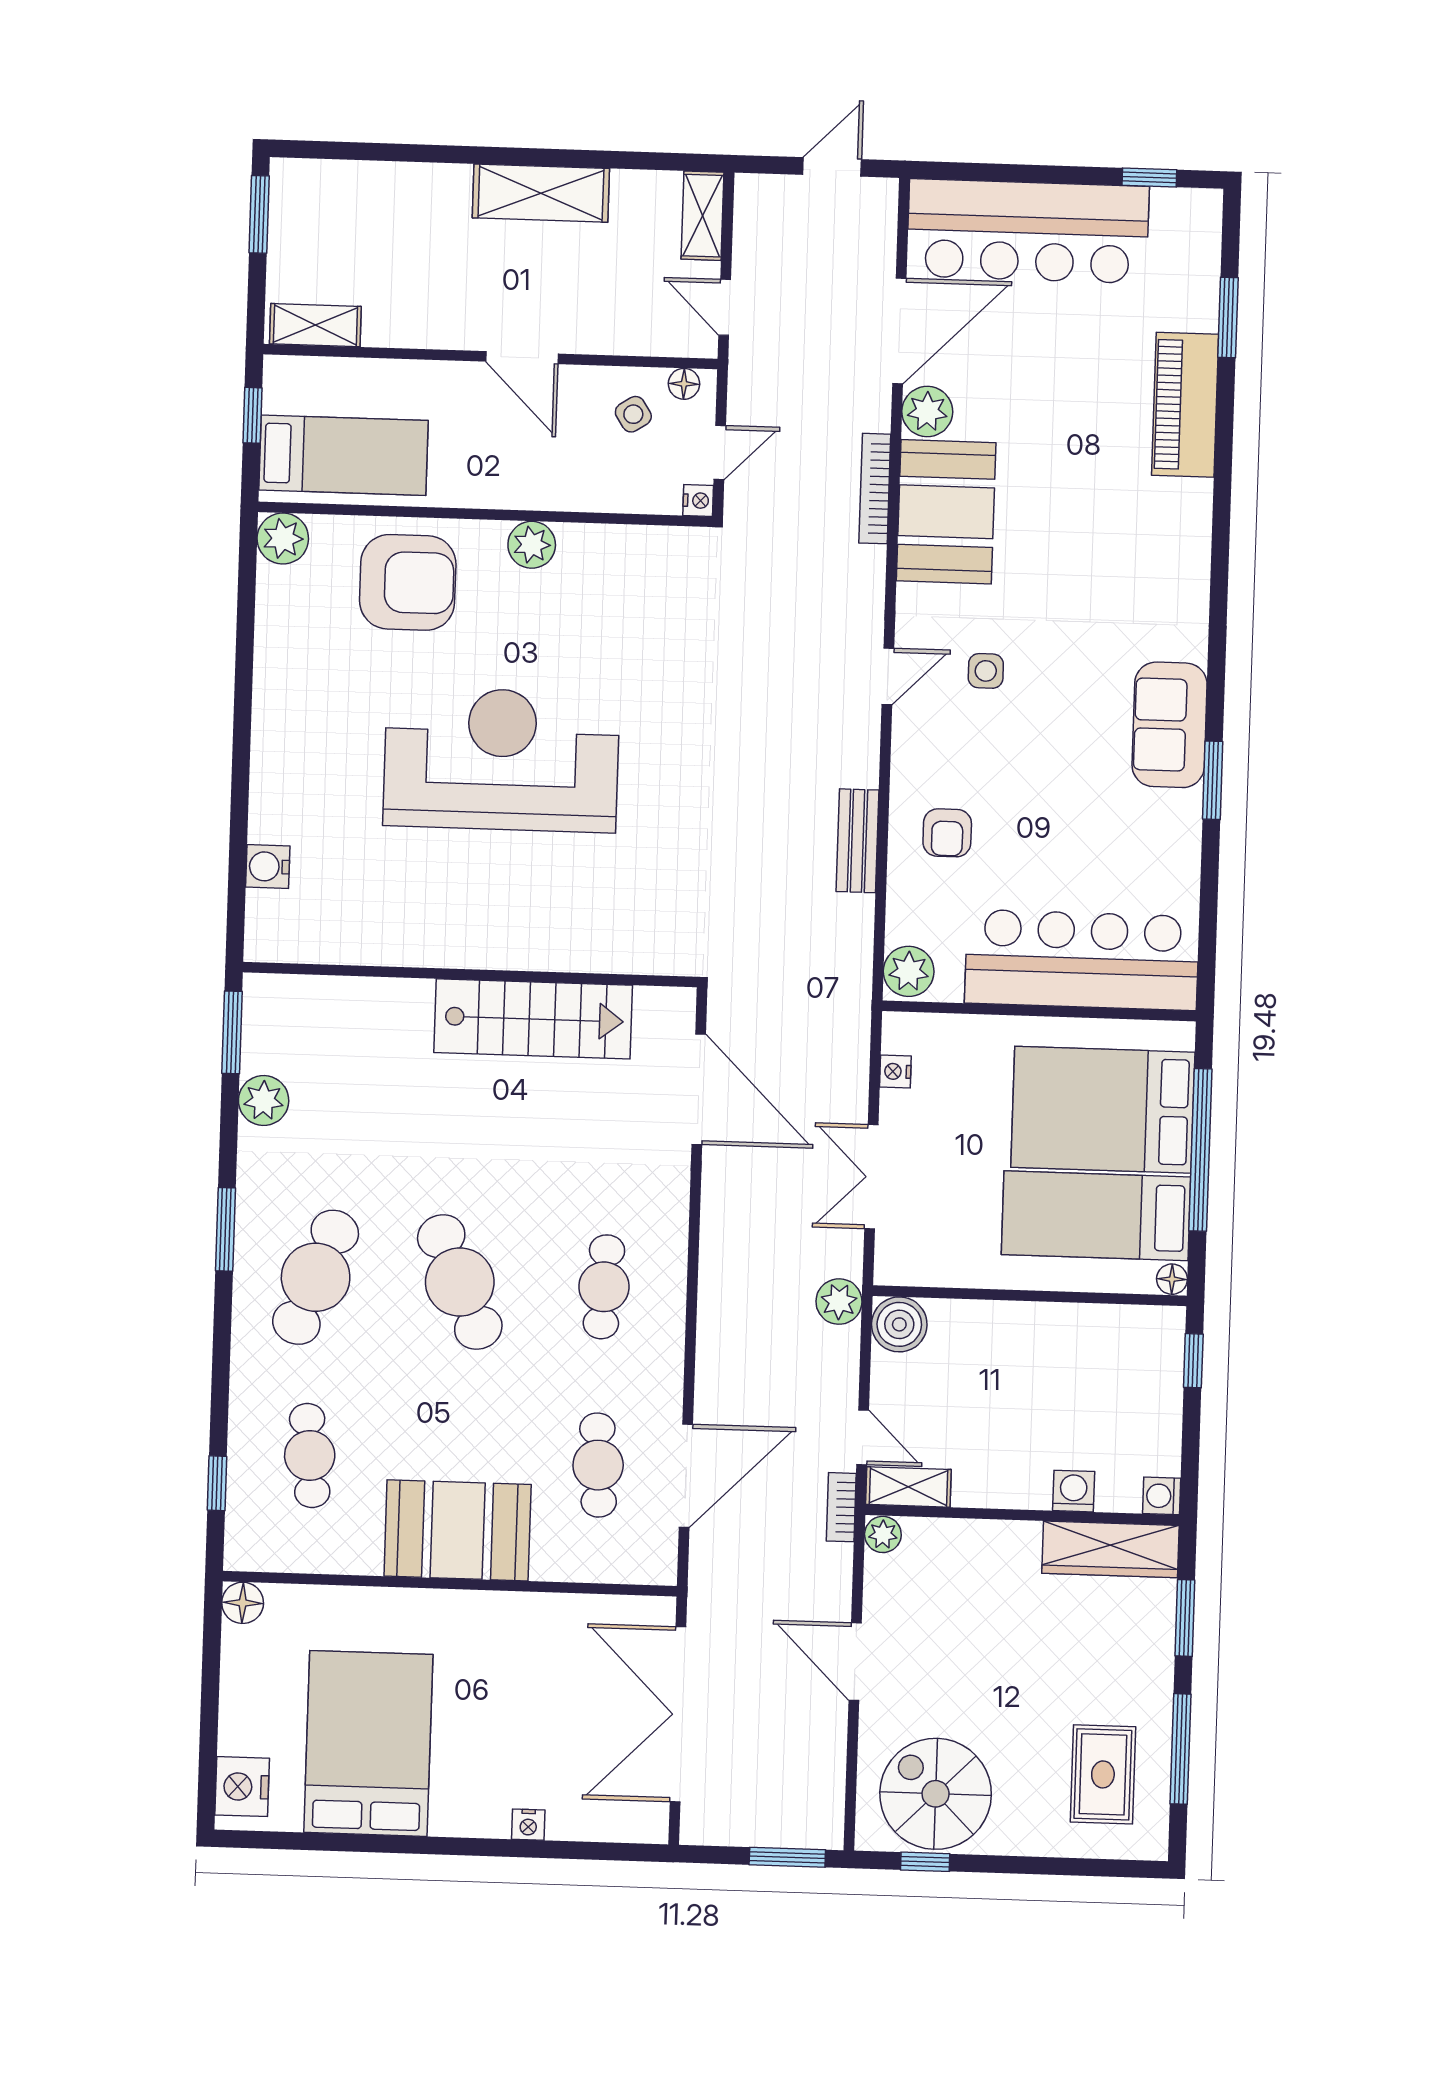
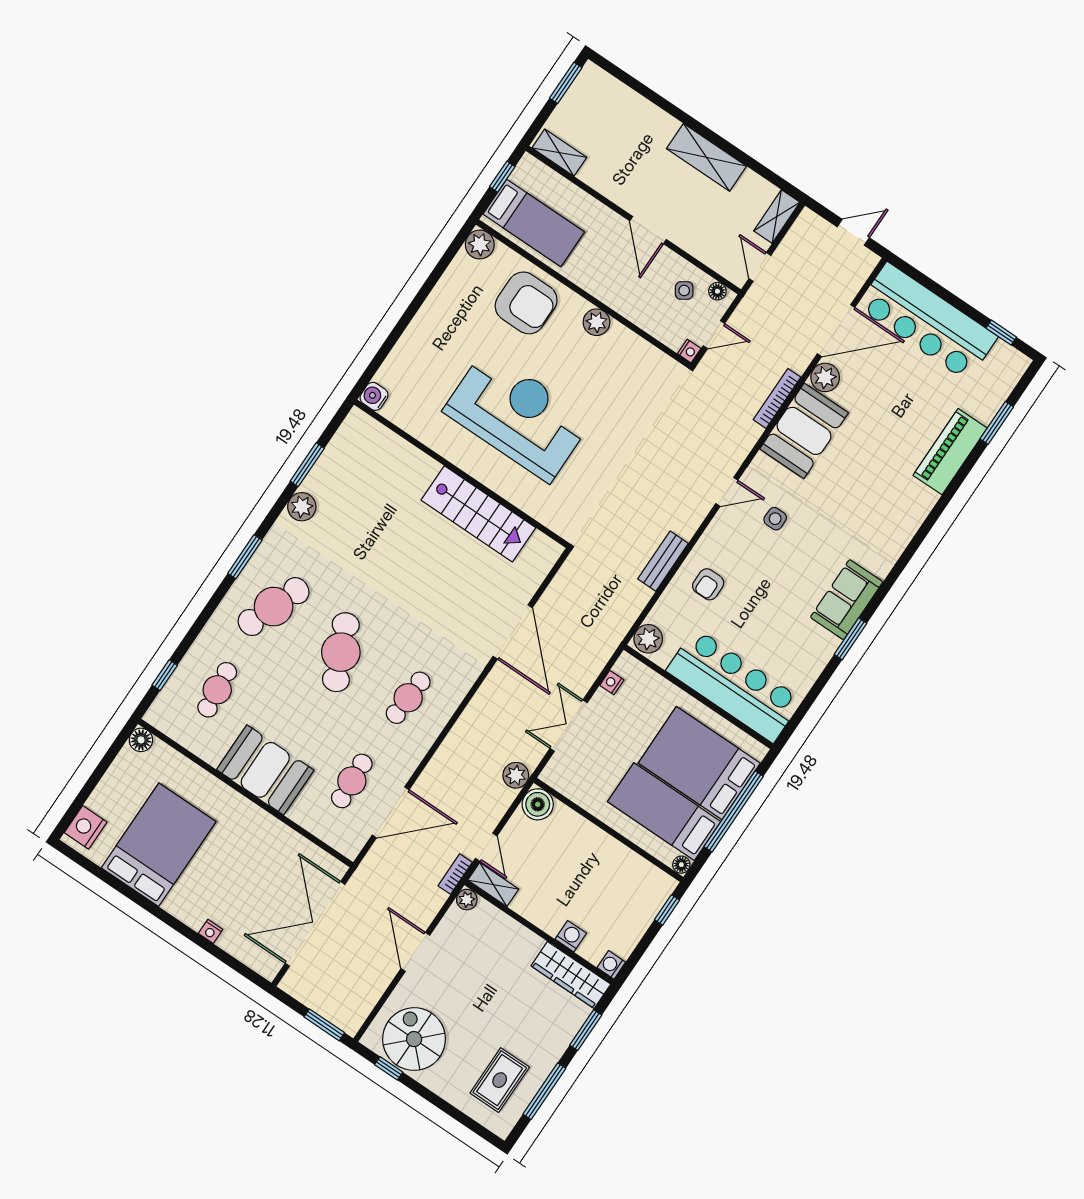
wall: (470, 975) -> (462, 474), moved
stairs: (533, 1019) -> (478, 514), moved

